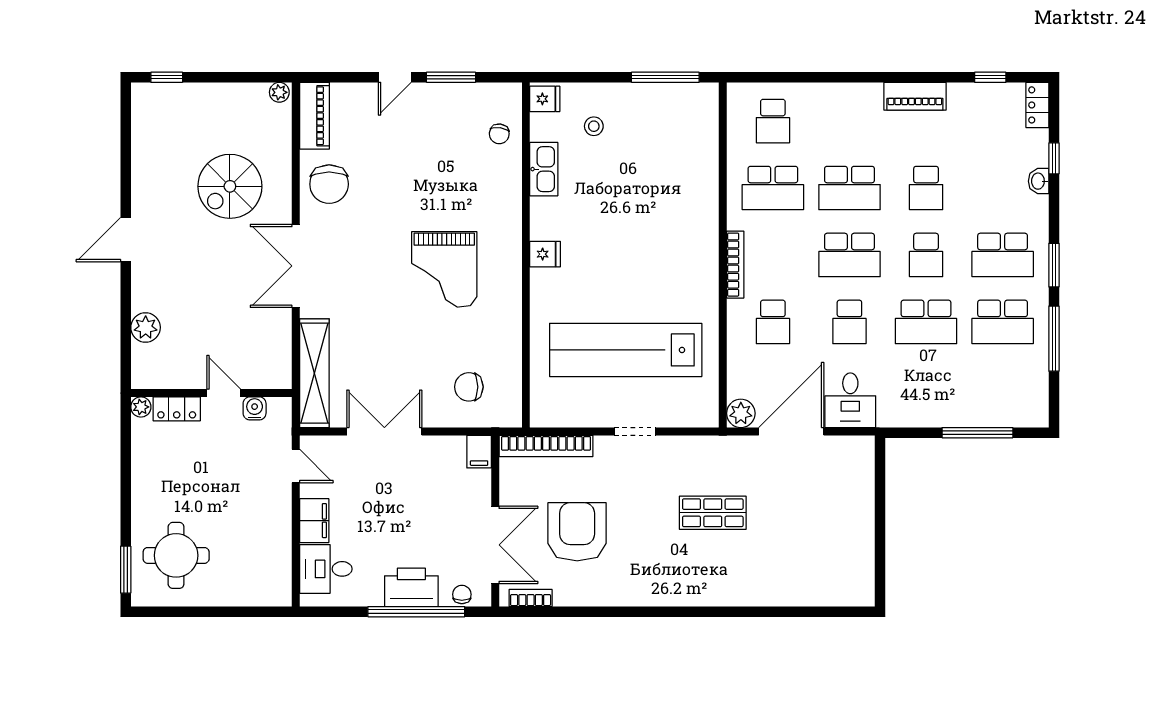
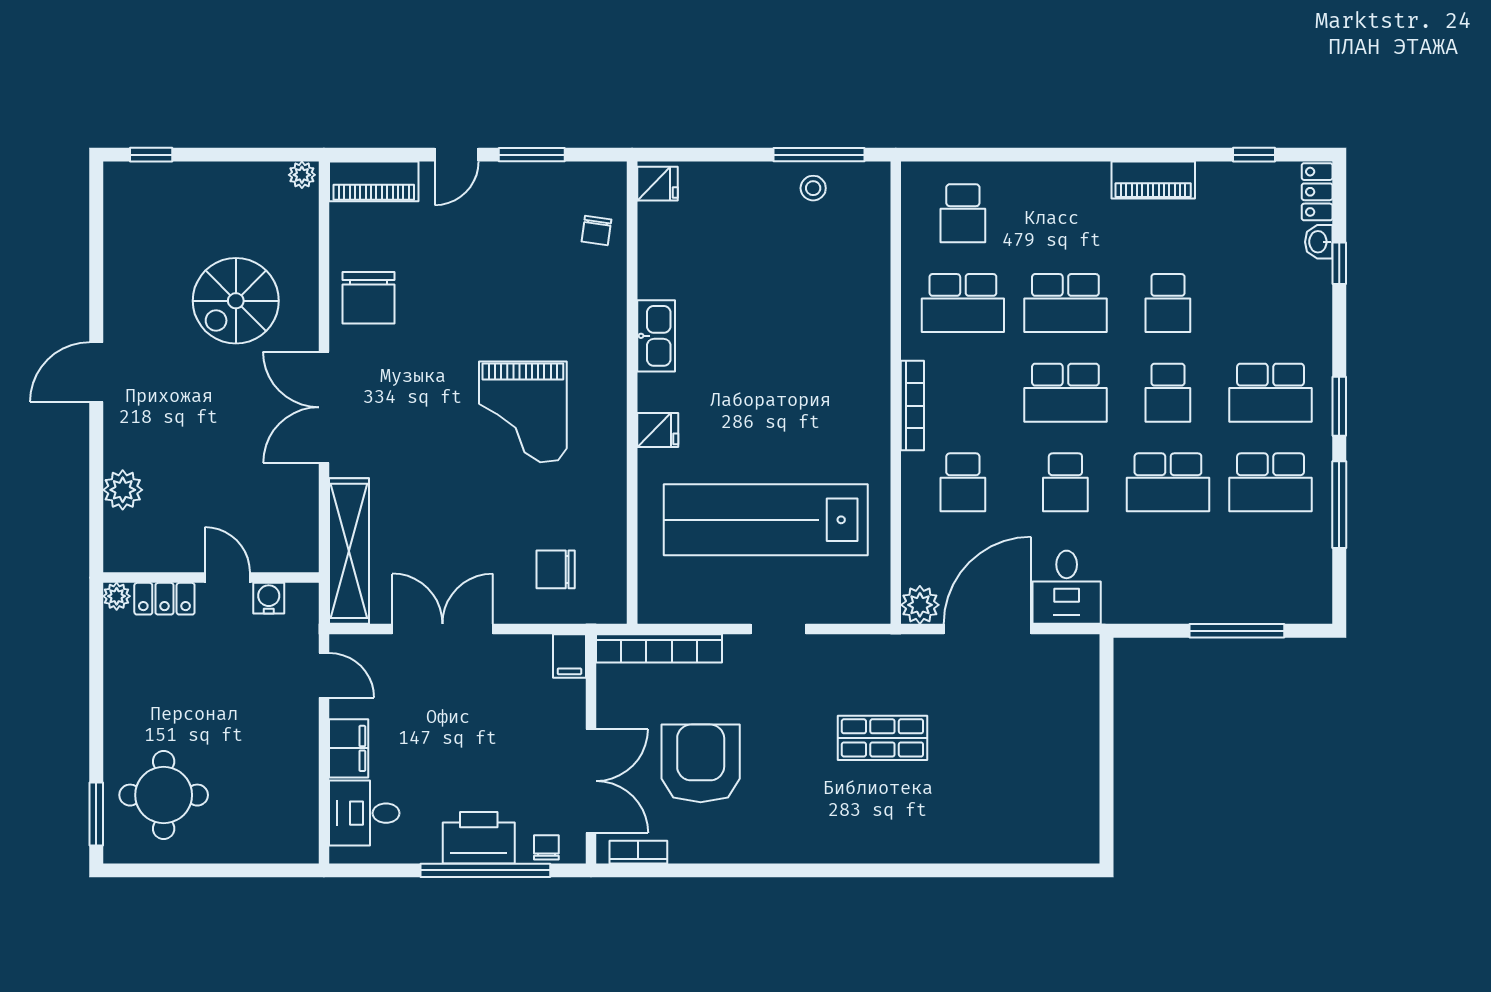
piano: (314, 116) -> (374, 181), moved, turned 90
stool: (594, 126) -> (813, 188), moved
kitchen sink: (544, 169) -> (656, 336), moved
washbasin: (1039, 181) -> (1319, 242), moved
fridge: (545, 254) -> (658, 430), moved

